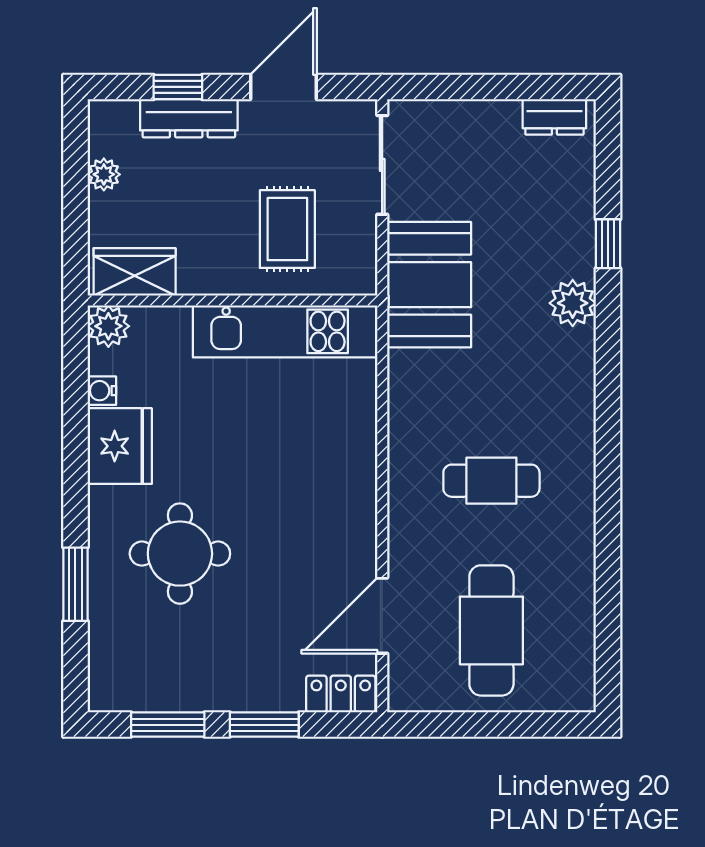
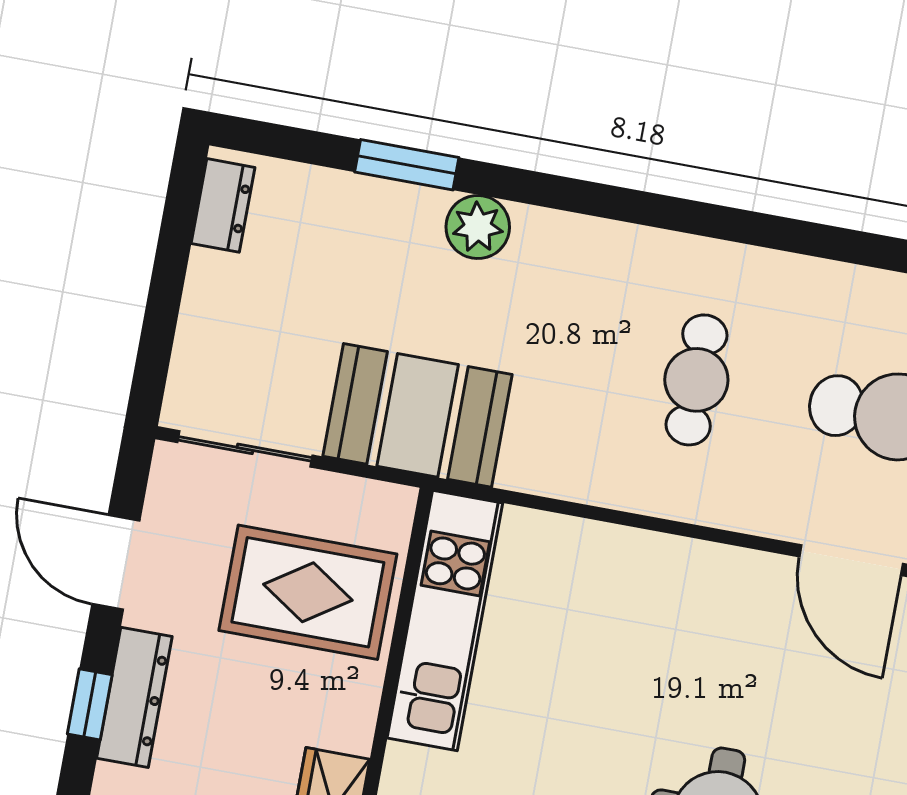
rug: (287, 229) -> (308, 592), width x1.36, depth x1.43
window: (608, 244) -> (407, 165), width x1.50

